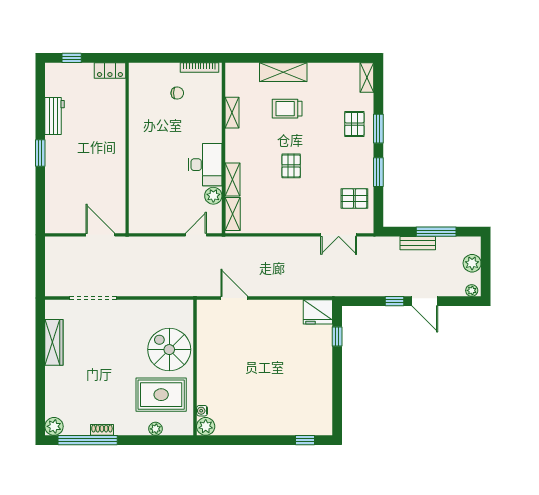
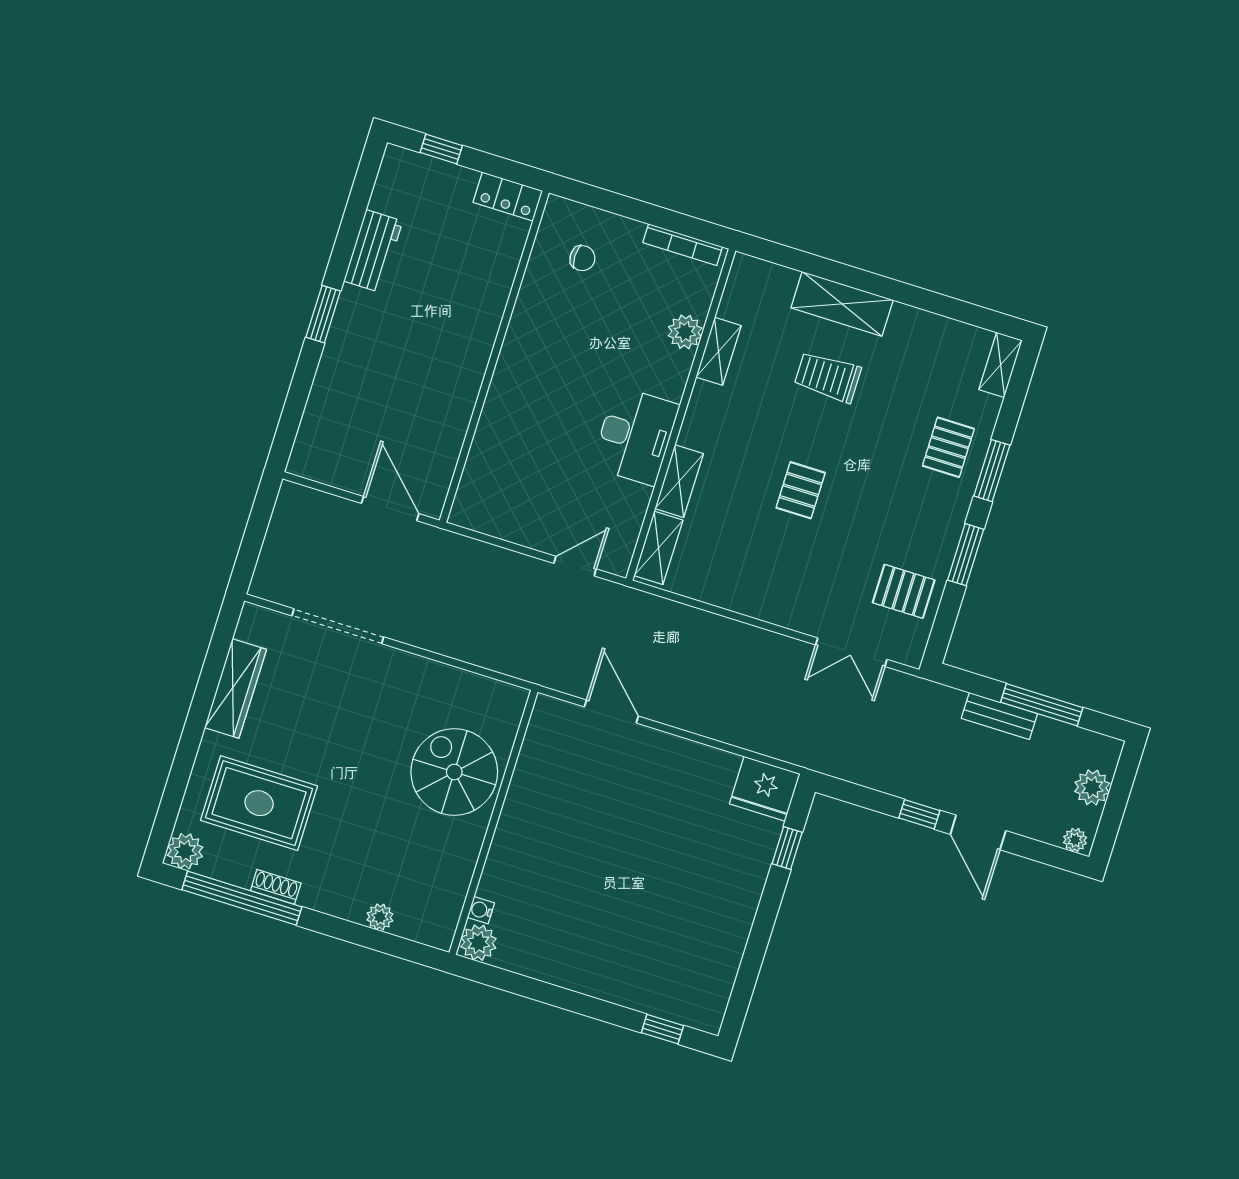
chair: (177, 93) -> (582, 258), moved
plant: (213, 196) -> (685, 332), moved
rug: (161, 395) -> (259, 803), moved

